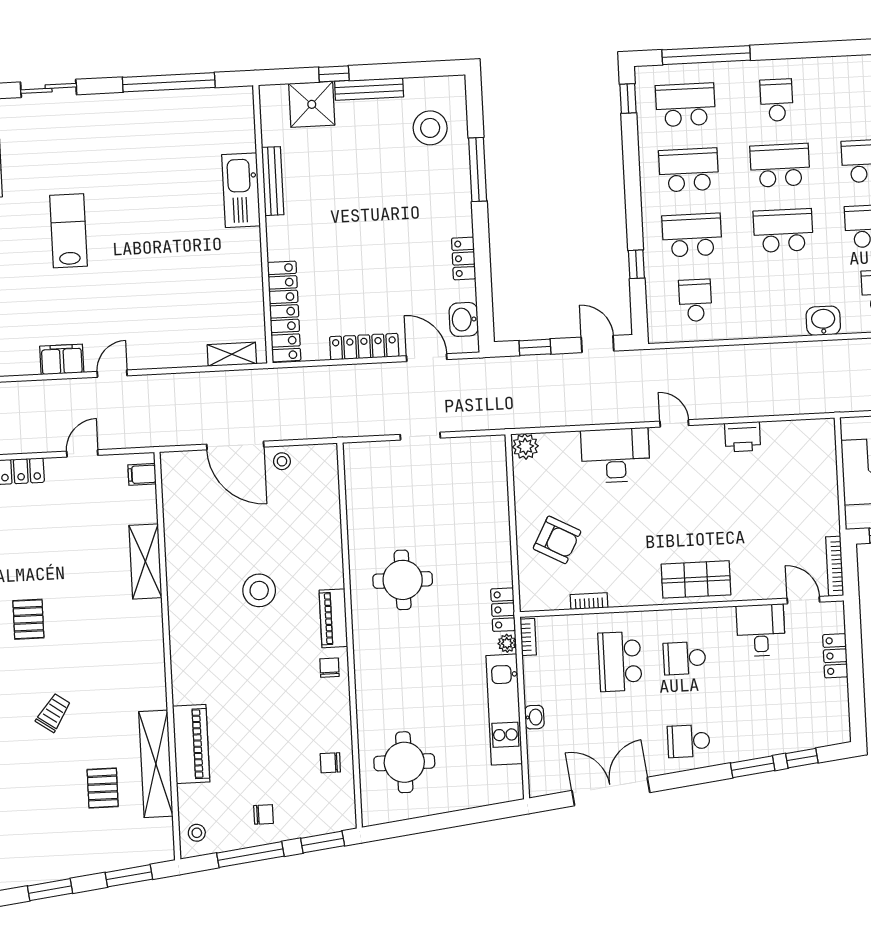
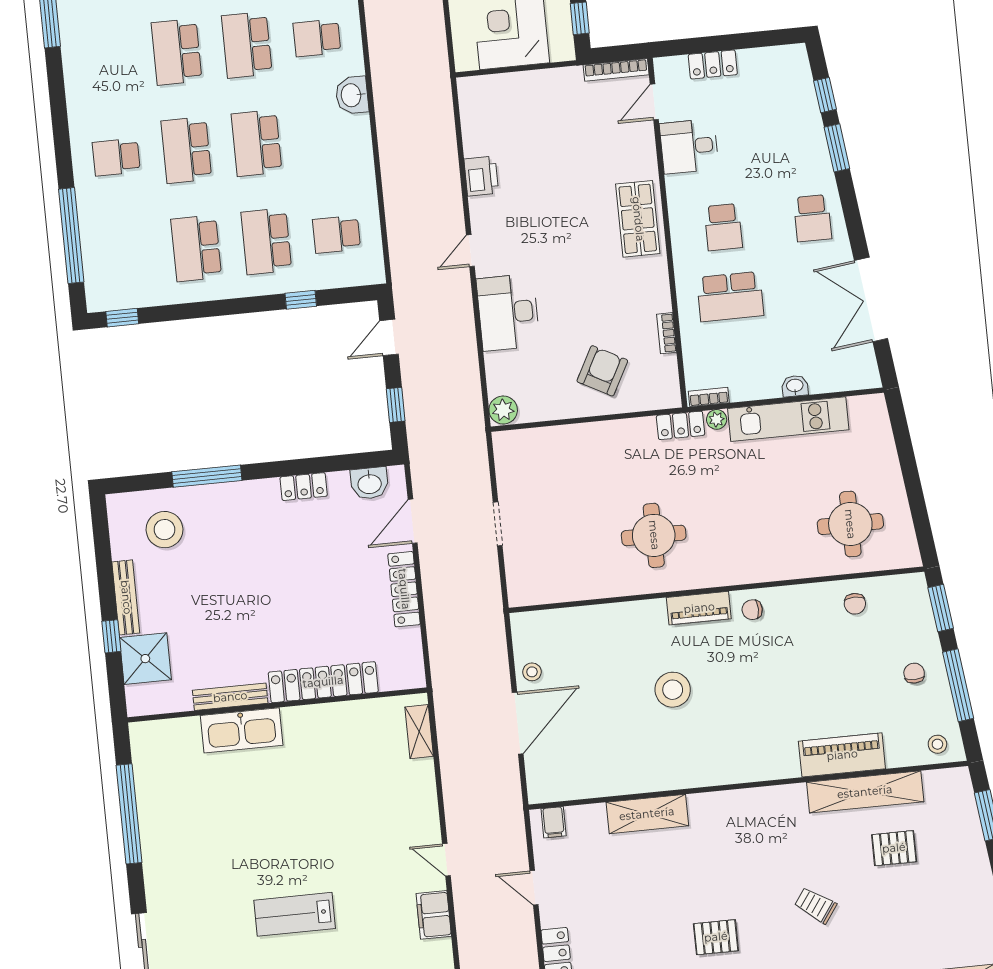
school desk: (685, 105) -> (126, 255), removed
locker: (284, 311) -> (323, 682), moved

